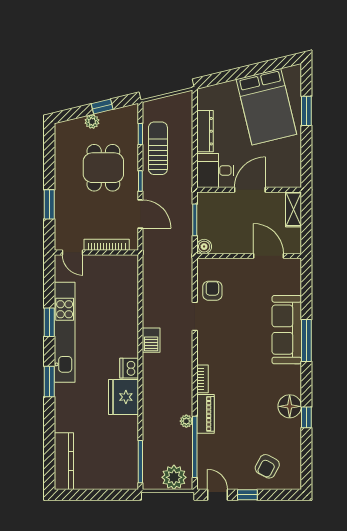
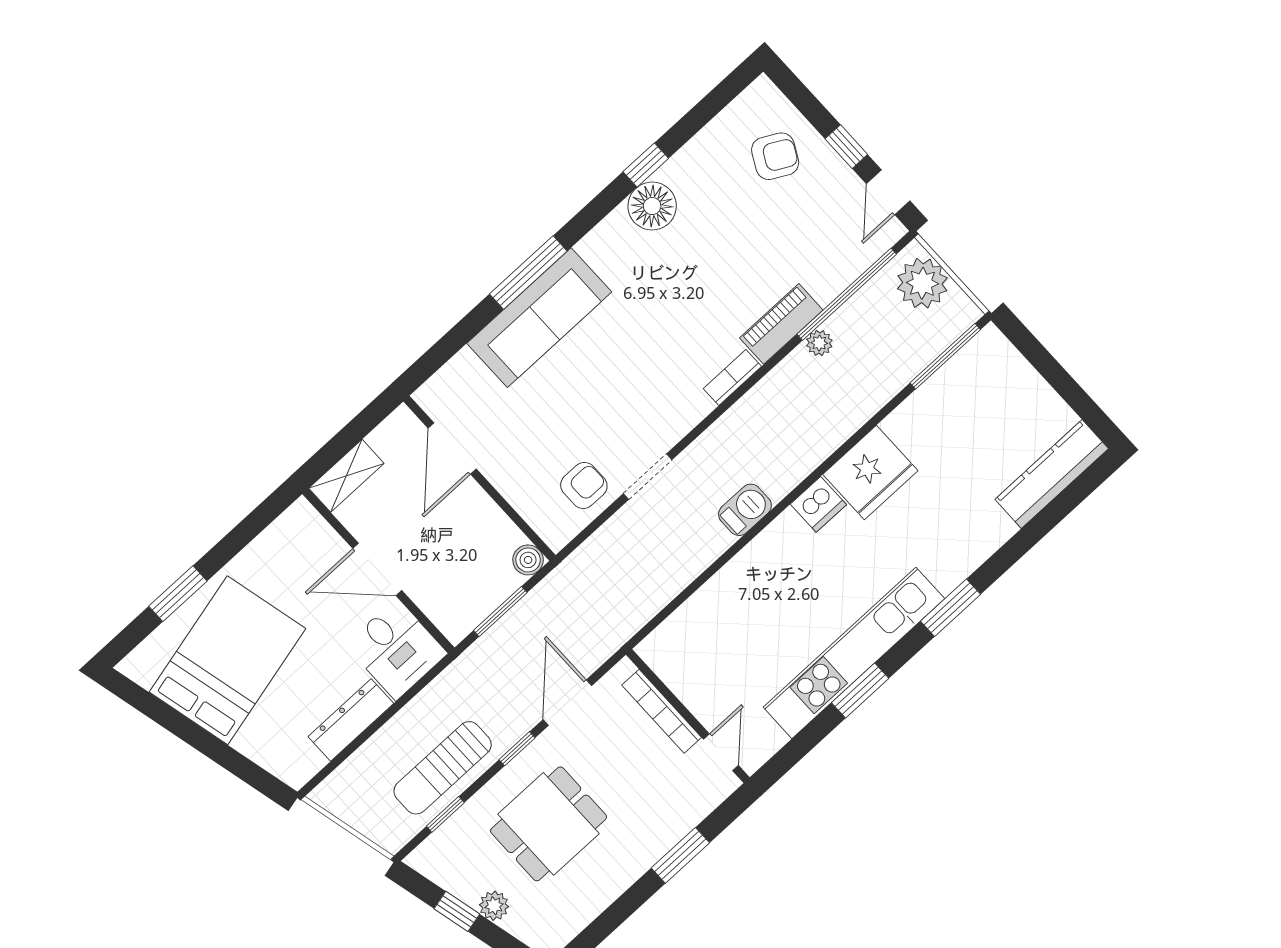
armchair: (212, 291) -> (584, 485), turned 180

